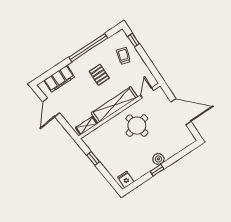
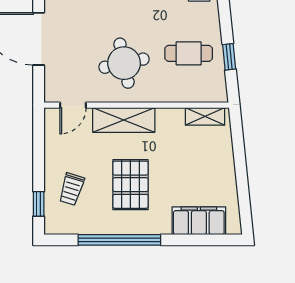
pallet: (99, 75) -> (130, 185), width x1.50, depth x1.42
shelving: (114, 105) -> (124, 120), width x0.68
door: (51, 107) -> (242, 183), removed
cafe table: (112, 148) -> (189, 53), added

